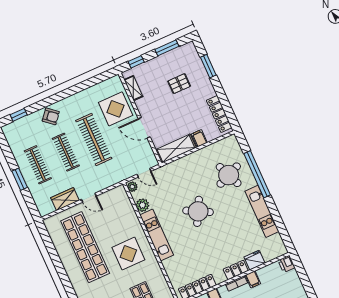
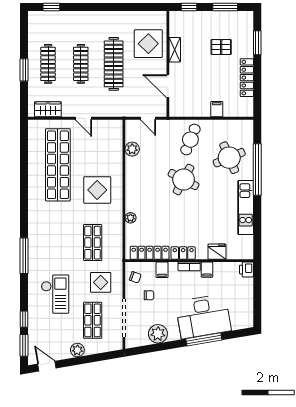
shelving: (133, 88) -> (175, 50), moved
locker: (219, 114) -> (247, 78), moved
armchair: (51, 116) -> (82, 22), removed
door: (144, 128) -> (168, 86), moved
shelving: (176, 149) -> (190, 109), removed
cafe table: (189, 175) -> (190, 140), added
plant: (132, 187) -> (130, 218), moved
wardrobe: (65, 199) -> (48, 109), moved
kitchen unit: (157, 235) -> (133, 184), removed
locker: (236, 270) -> (183, 253), moved

